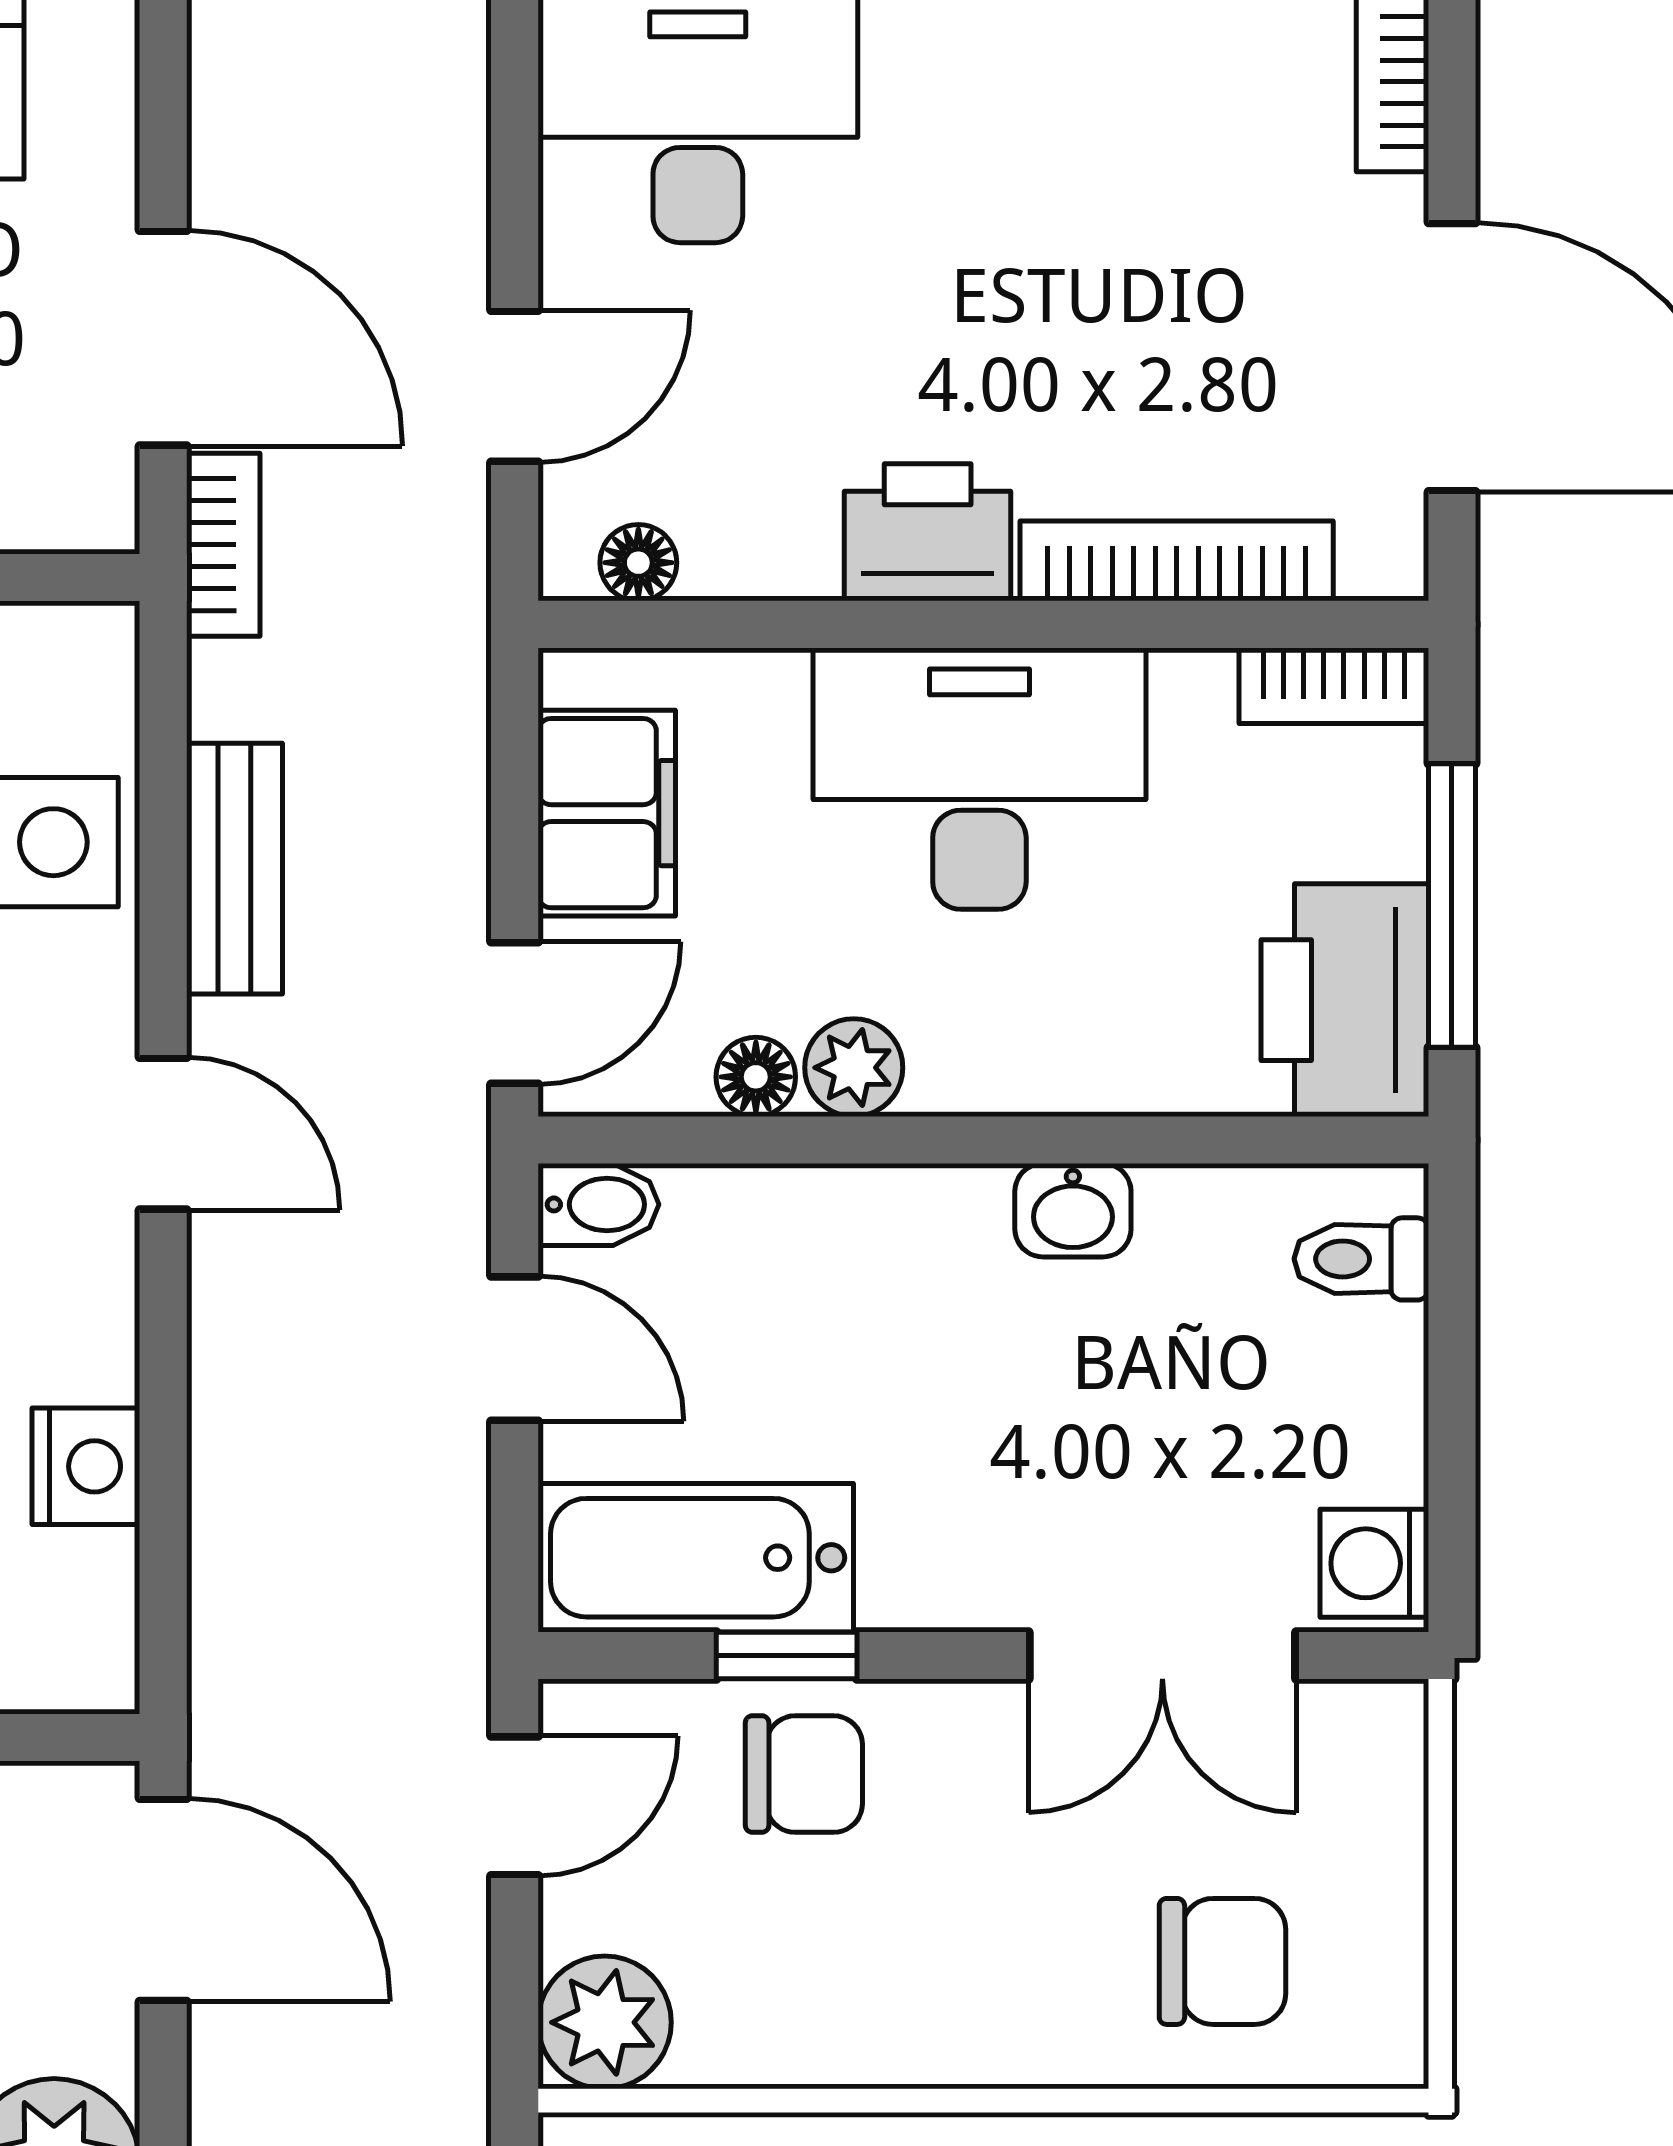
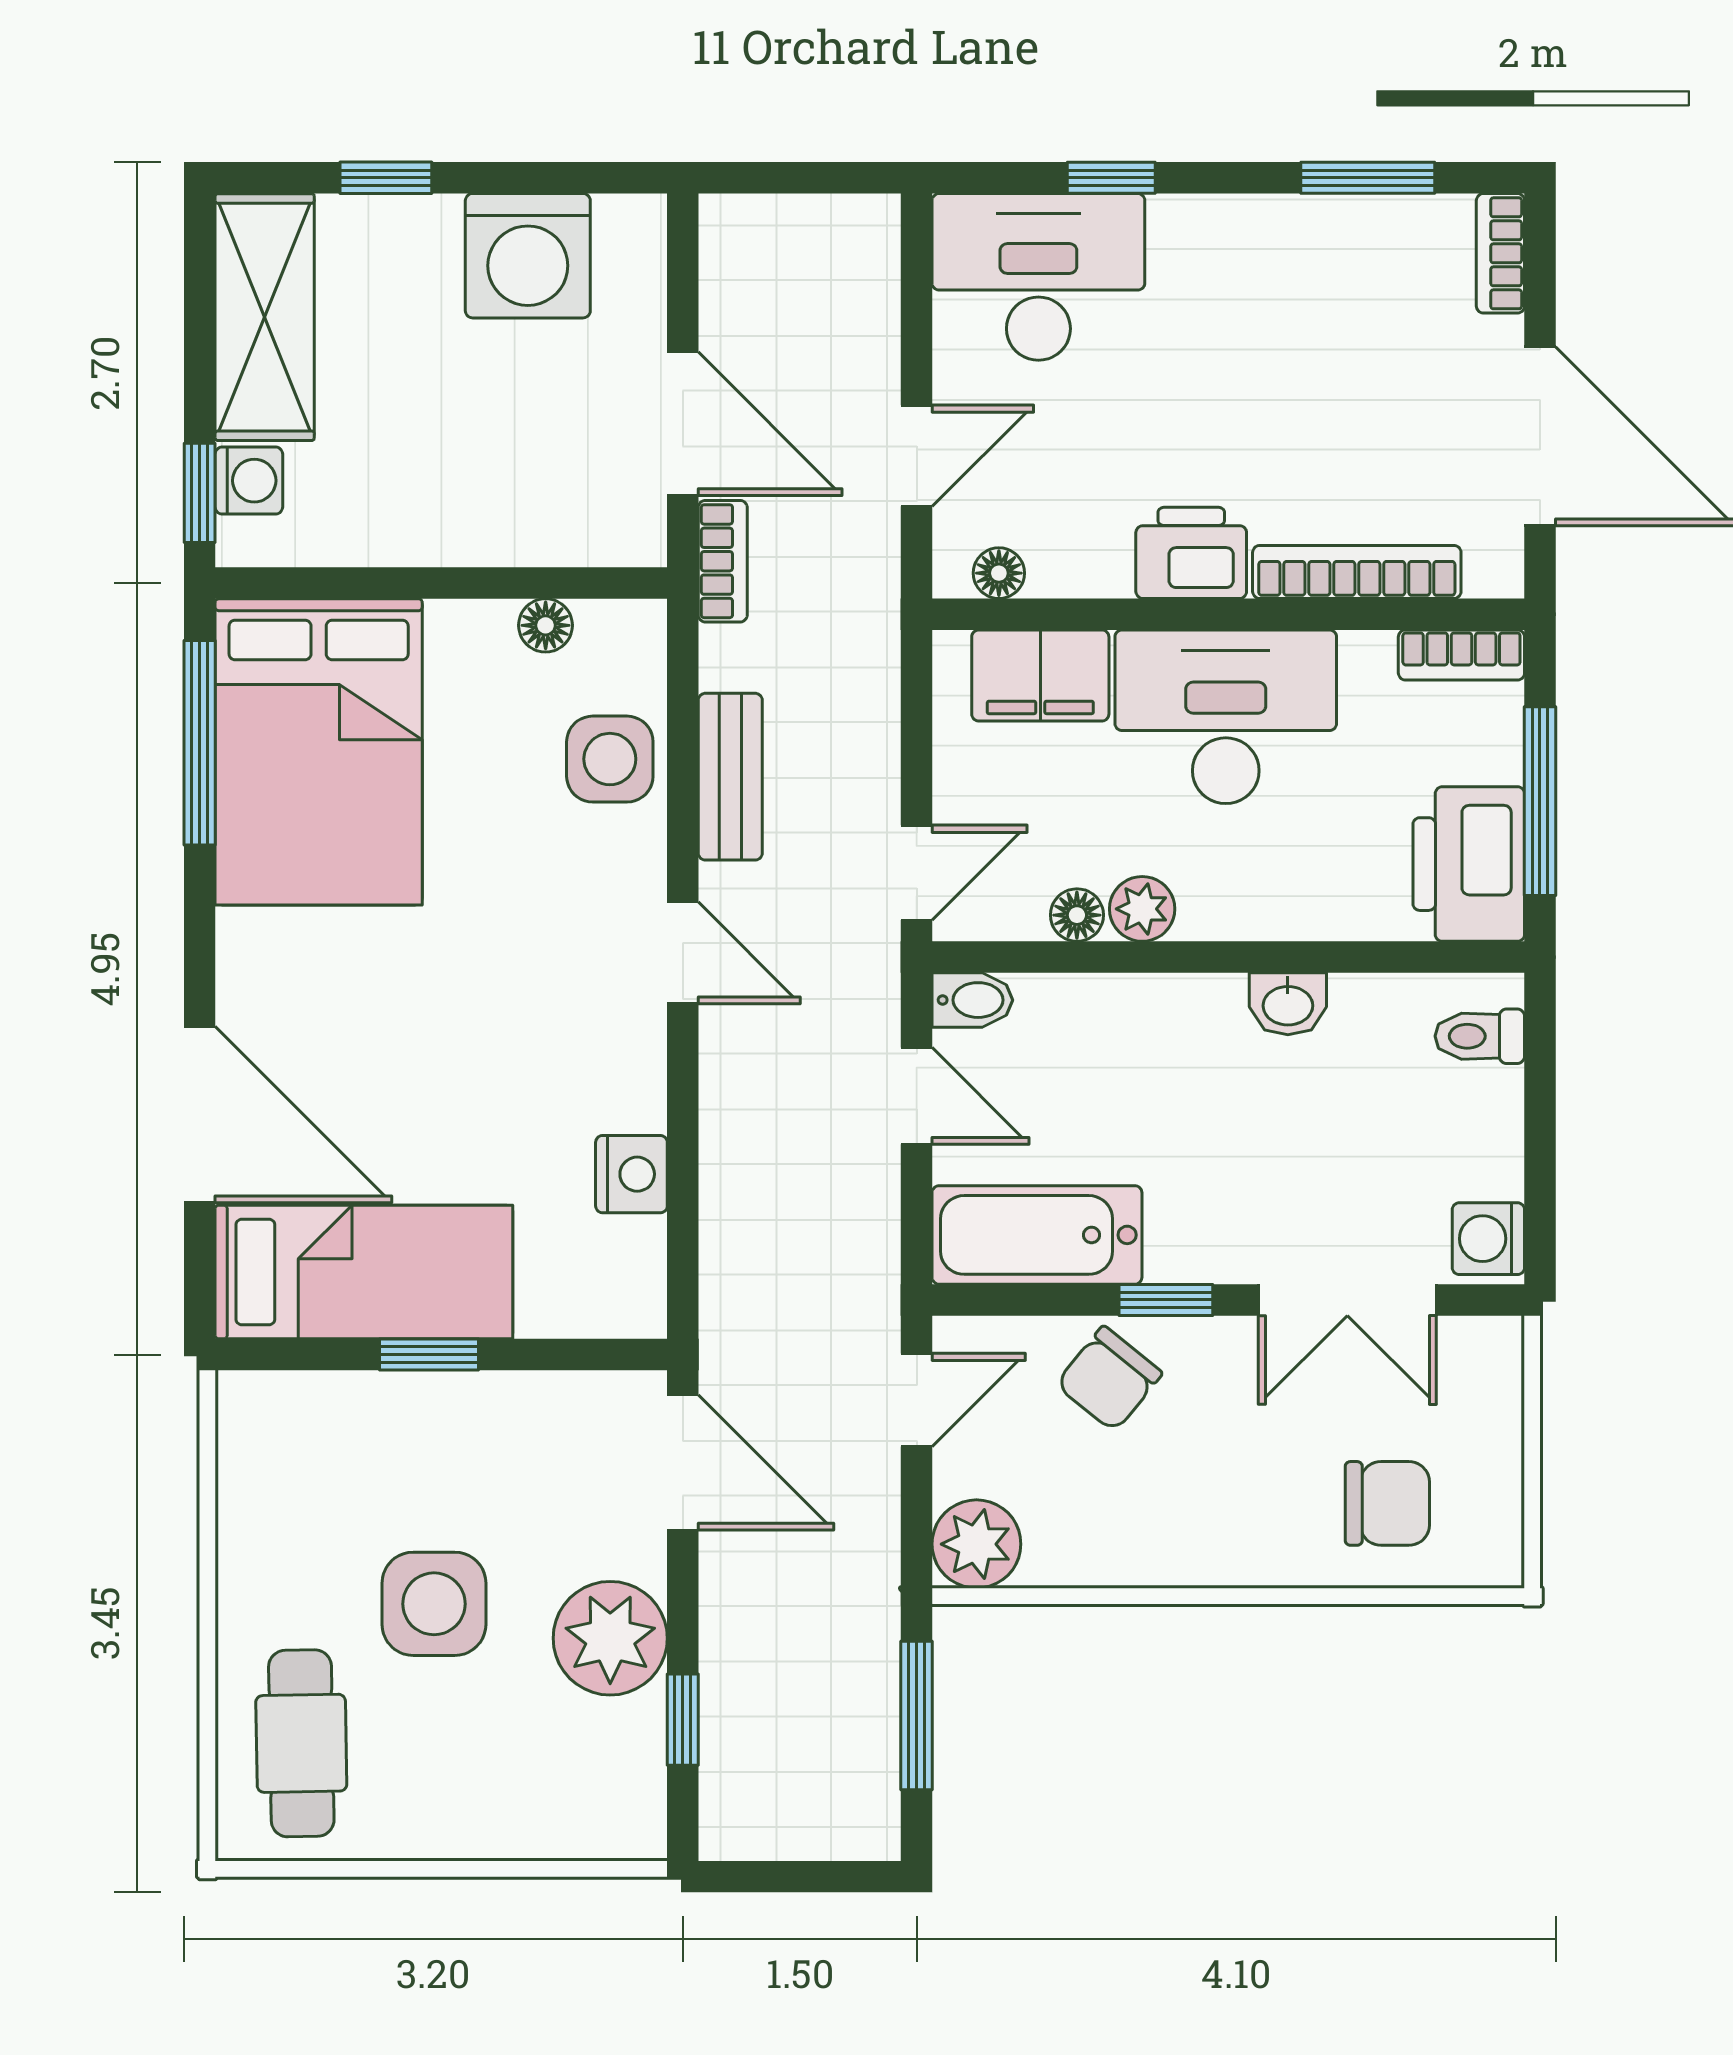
filing cabinet: (607, 813) -> (1040, 675), moved, turned 90
window: (787, 1655) -> (1166, 1300), moved
chair: (804, 1774) -> (1109, 1379), turned 129

